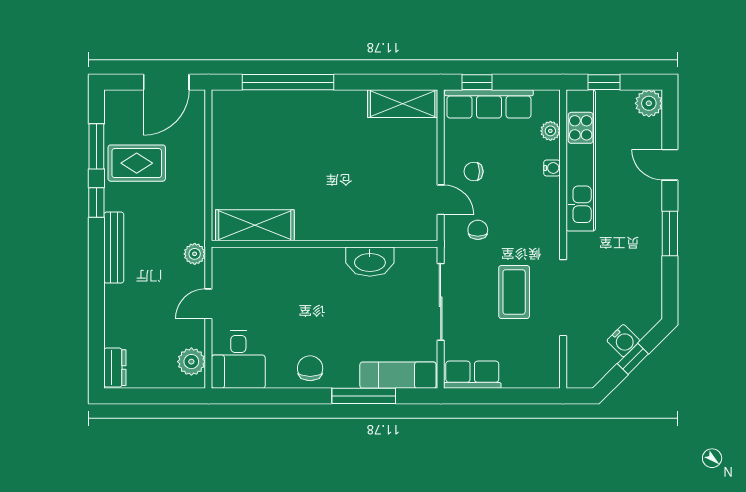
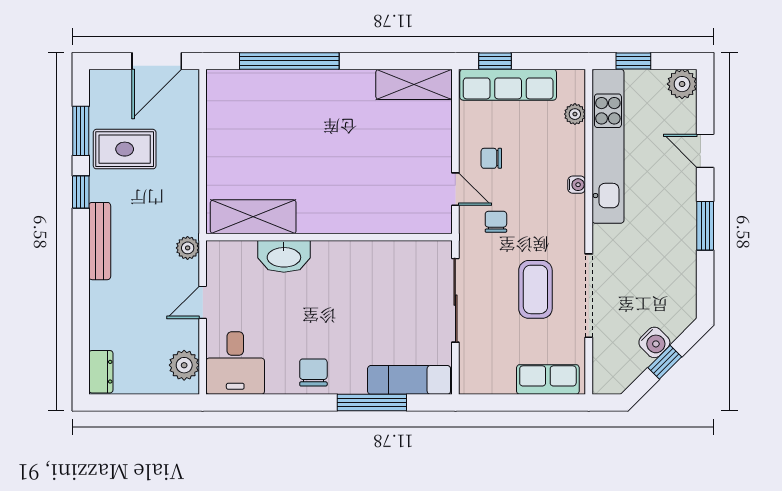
water cooler: (552, 168) -> (577, 185), moved
washbasin: (370, 262) -> (284, 256), moved
row of seats: (472, 375) -> (548, 379), moved

